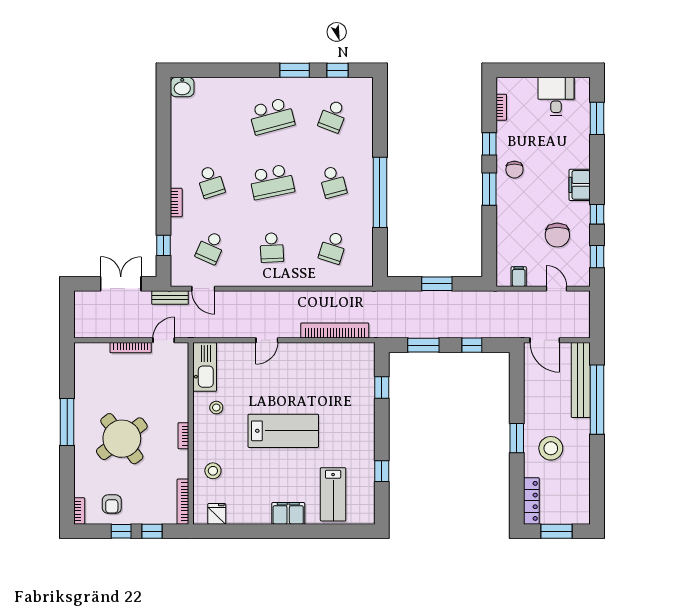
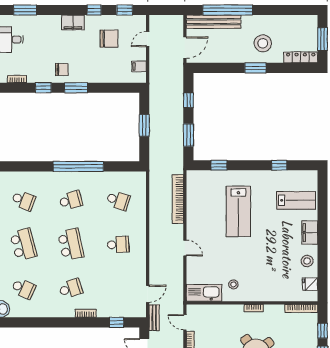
school desk: (211, 248) -> (23, 289), moved
lab bench: (283, 431) -> (238, 211), moved, turned 180
stool: (213, 471) -> (307, 261), moved

